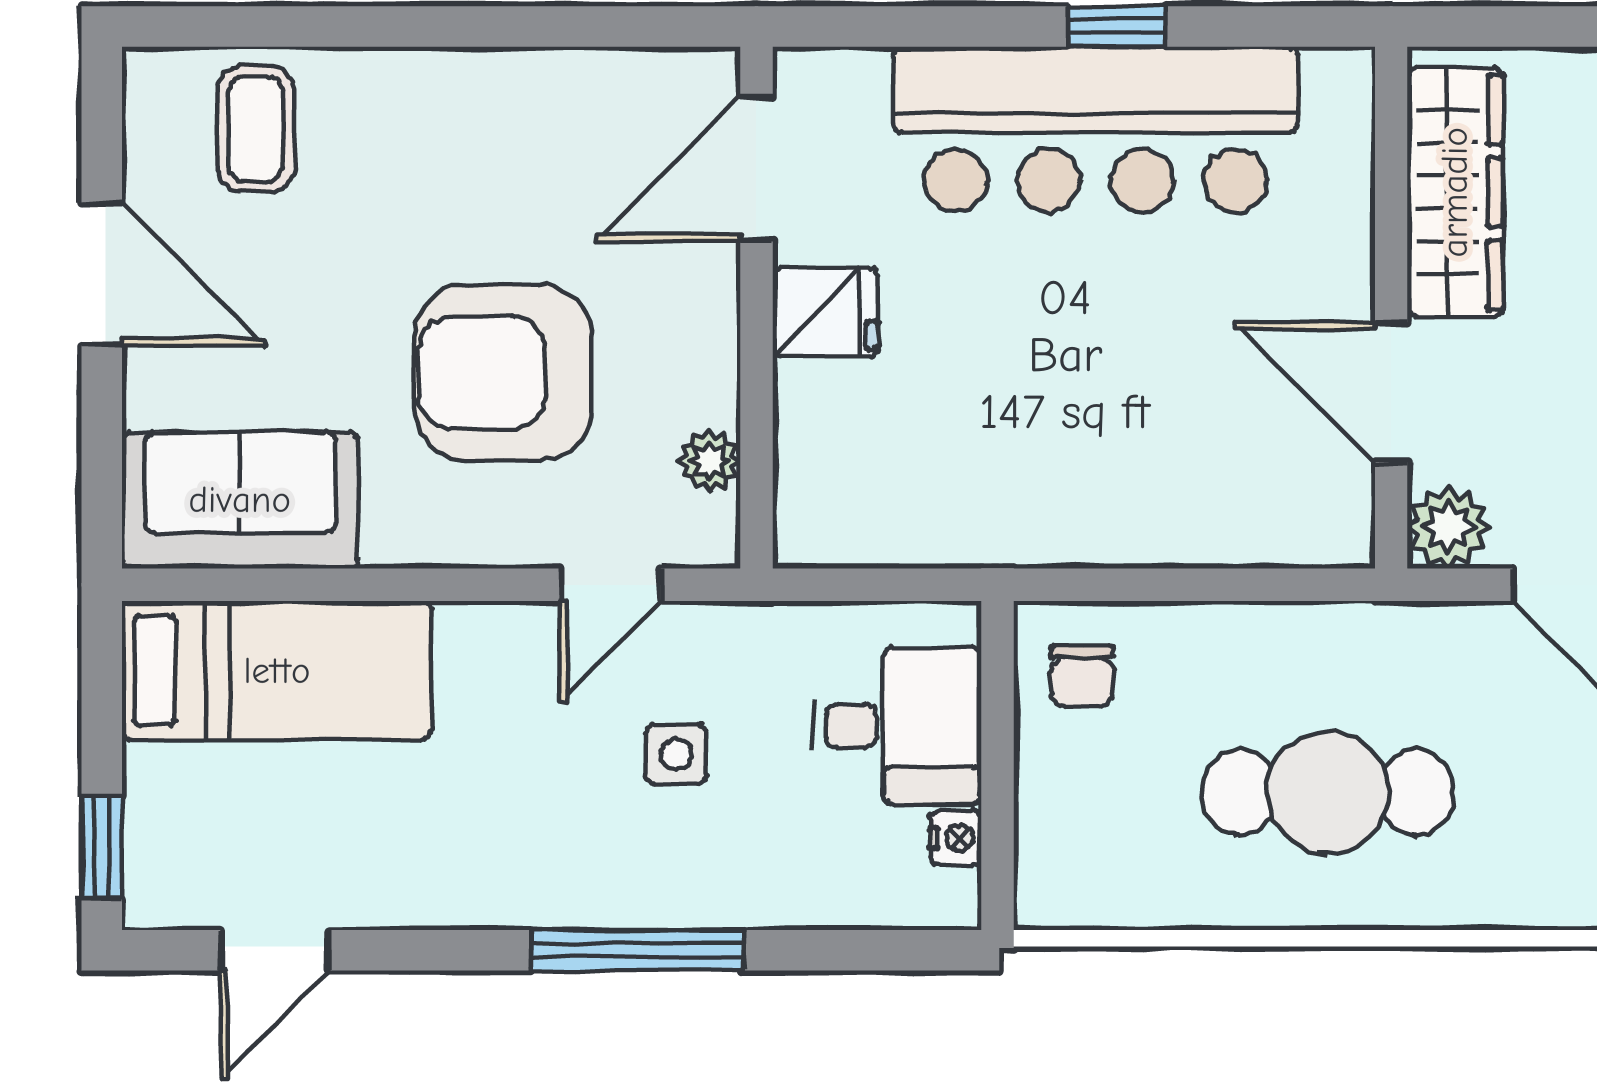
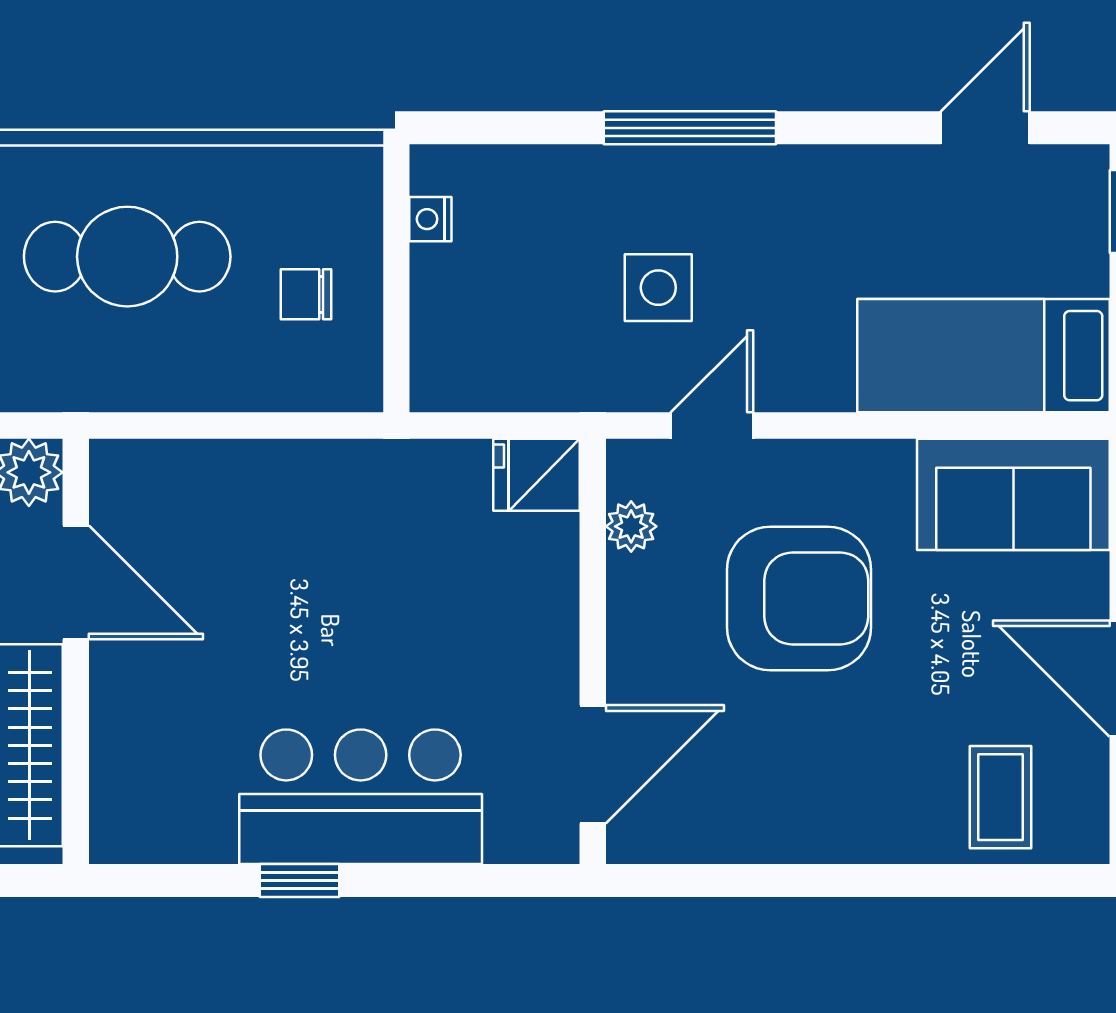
bar counter: (1095, 129) -> (361, 797), width x0.73
fridge: (825, 312) -> (537, 475), moved
chair: (1082, 676) -> (306, 294), moved, turned -90
desk: (897, 726) -> (478, 311), removed
side table: (676, 754) -> (658, 288), width x1.37, depth x1.37

